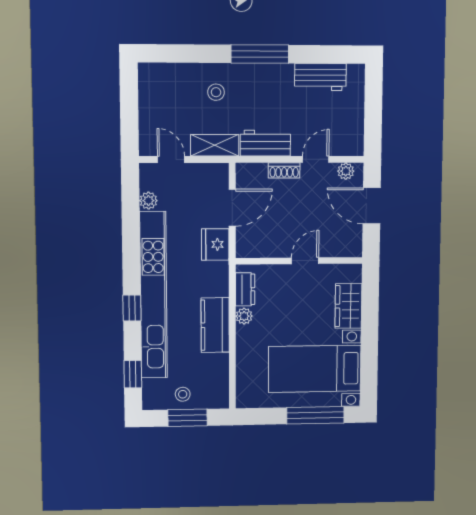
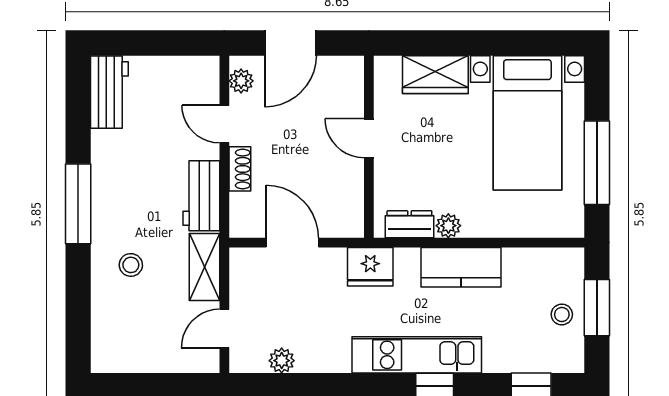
workbench: (320, 77) -> (109, 92), moved
fridge: (215, 244) -> (370, 267), moved
kitchen unit: (154, 295) -> (417, 355), width x0.54
window: (315, 415) -> (597, 163), moved

